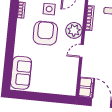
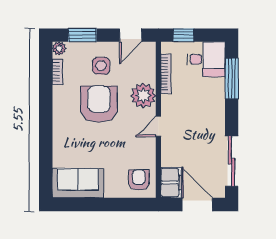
sofa: (21, 73) -> (78, 183), moved, turned -90
armchair: (66, 84) -> (139, 180), added

